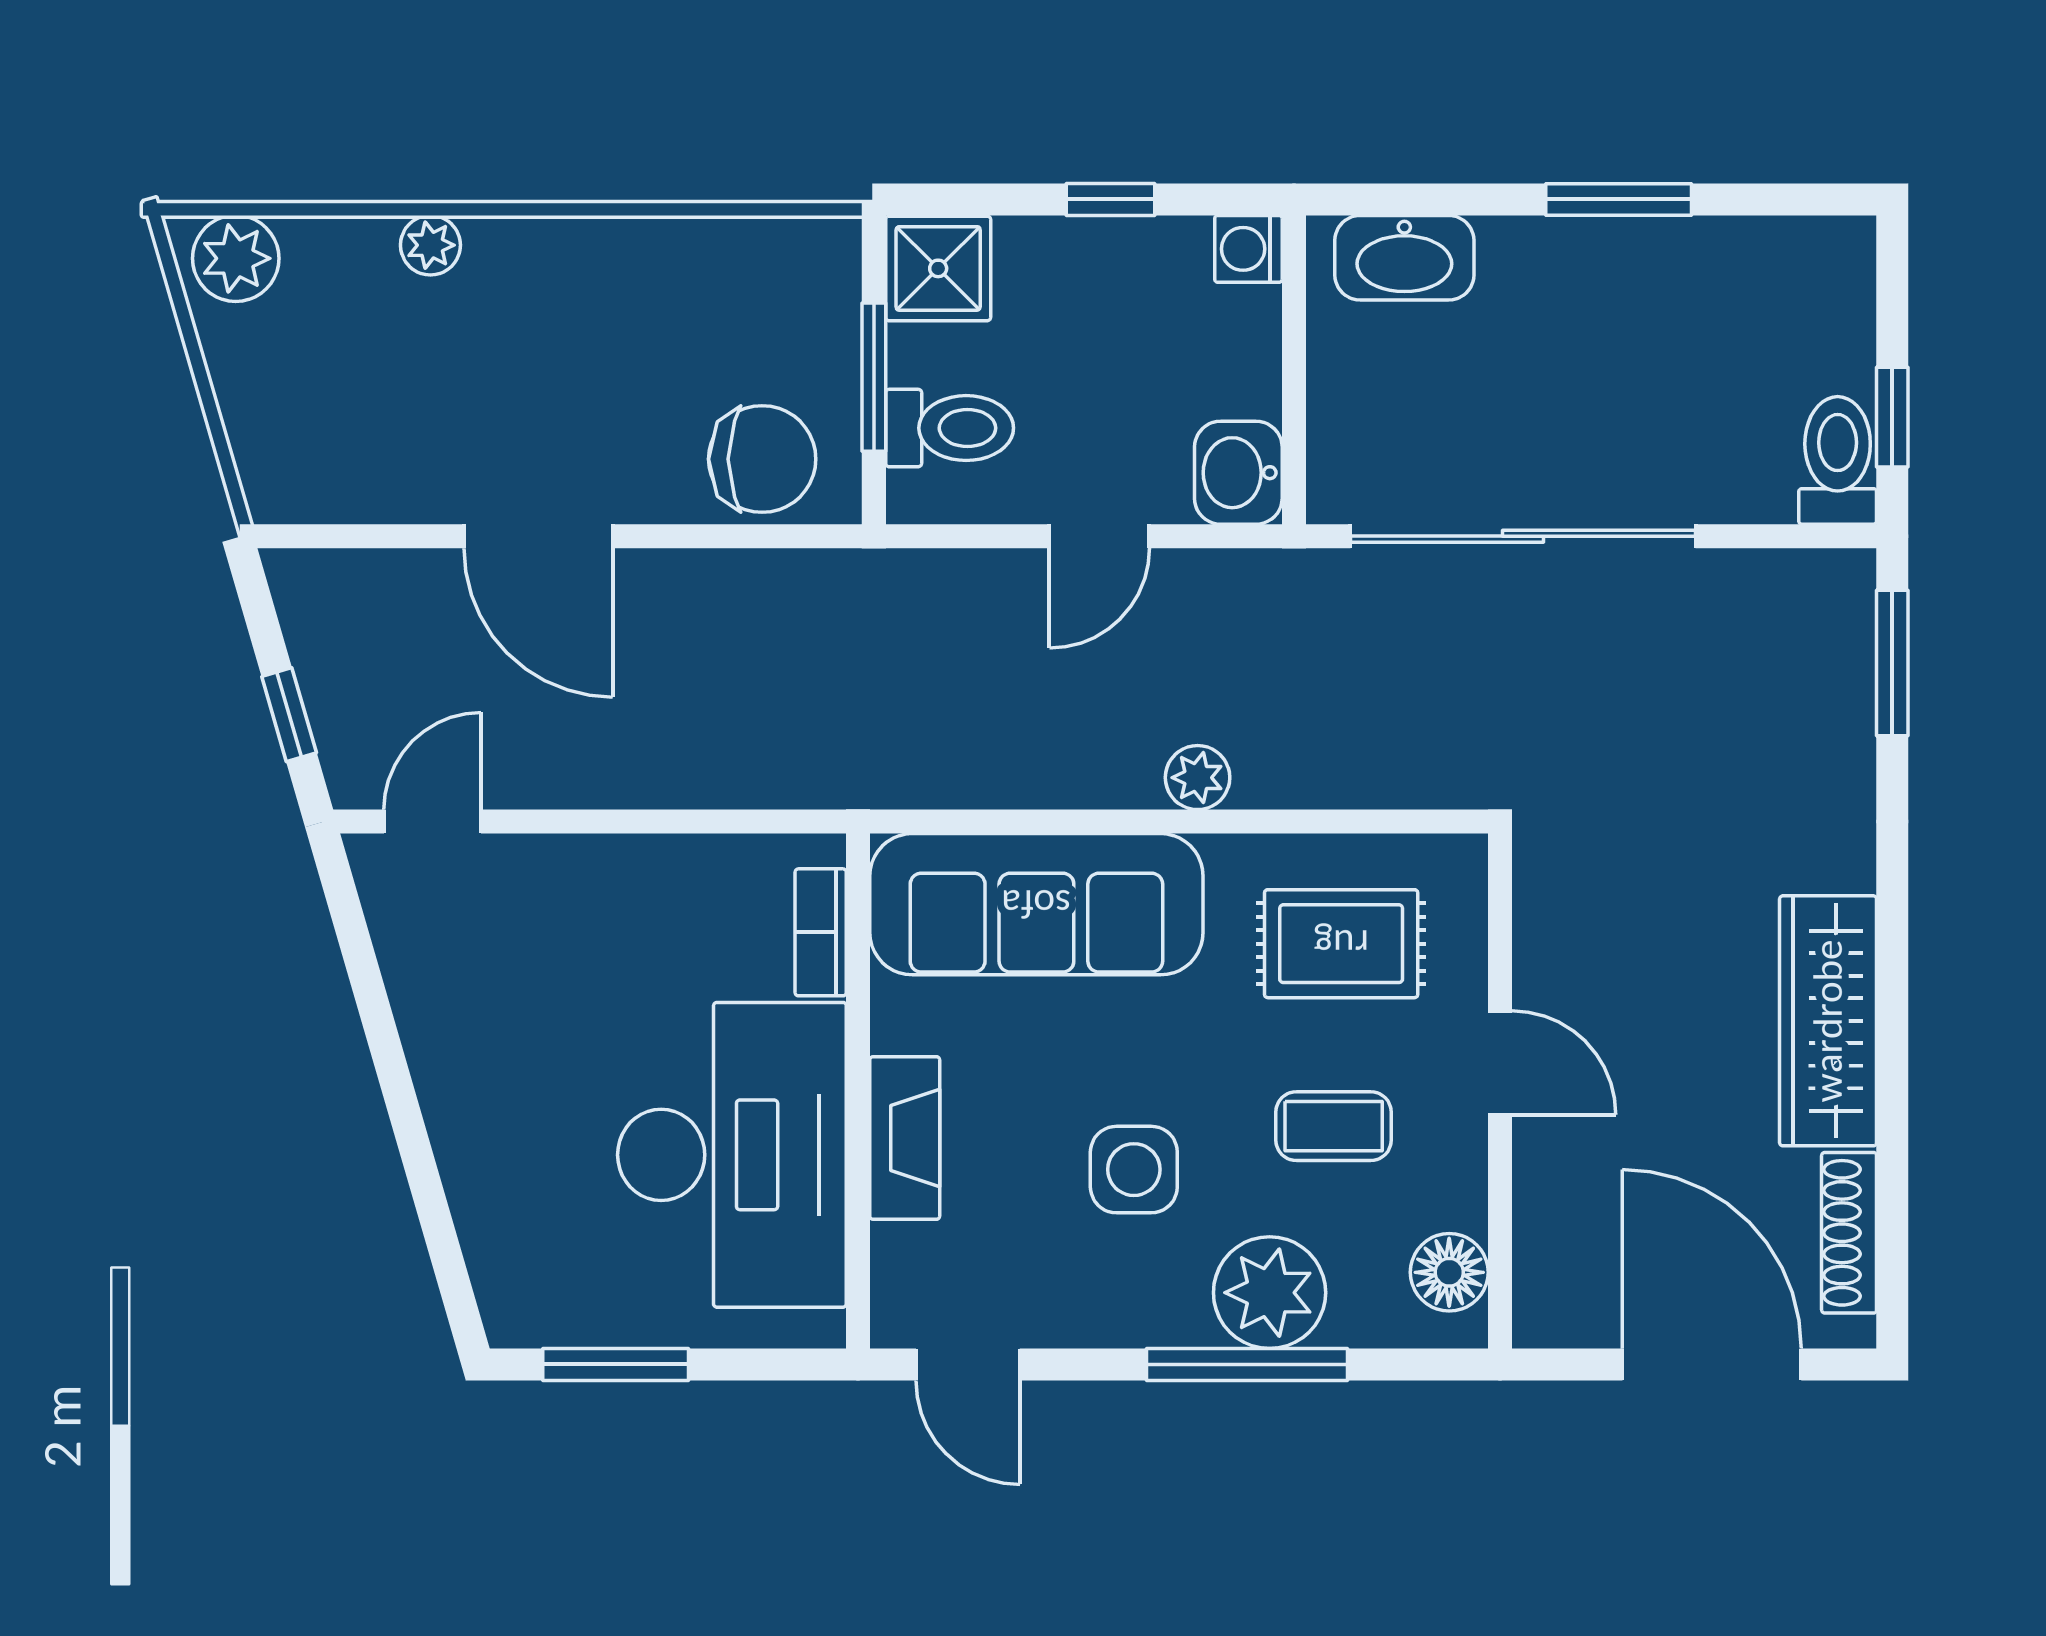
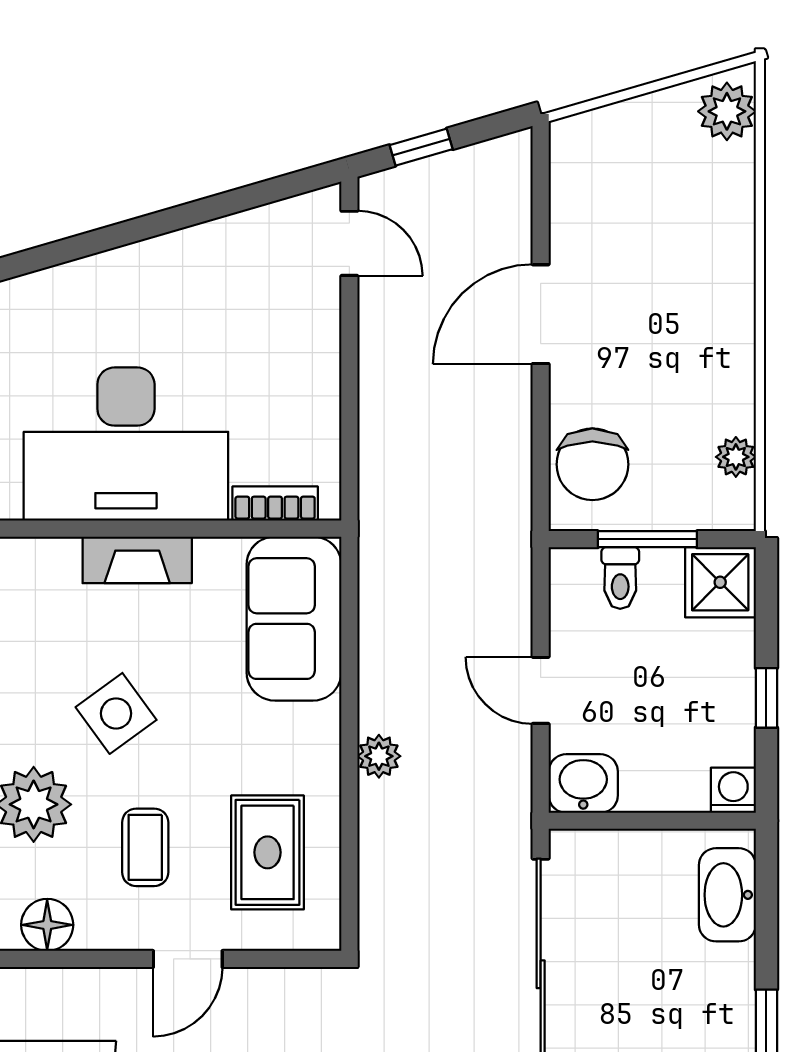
plant: (430, 245) -> (736, 457), moved
toilet: (950, 428) -> (620, 578), width x0.73, depth x0.72
sofa: (1036, 904) -> (294, 619), width x0.73
side table: (1134, 1170) -> (116, 713), turned -36

